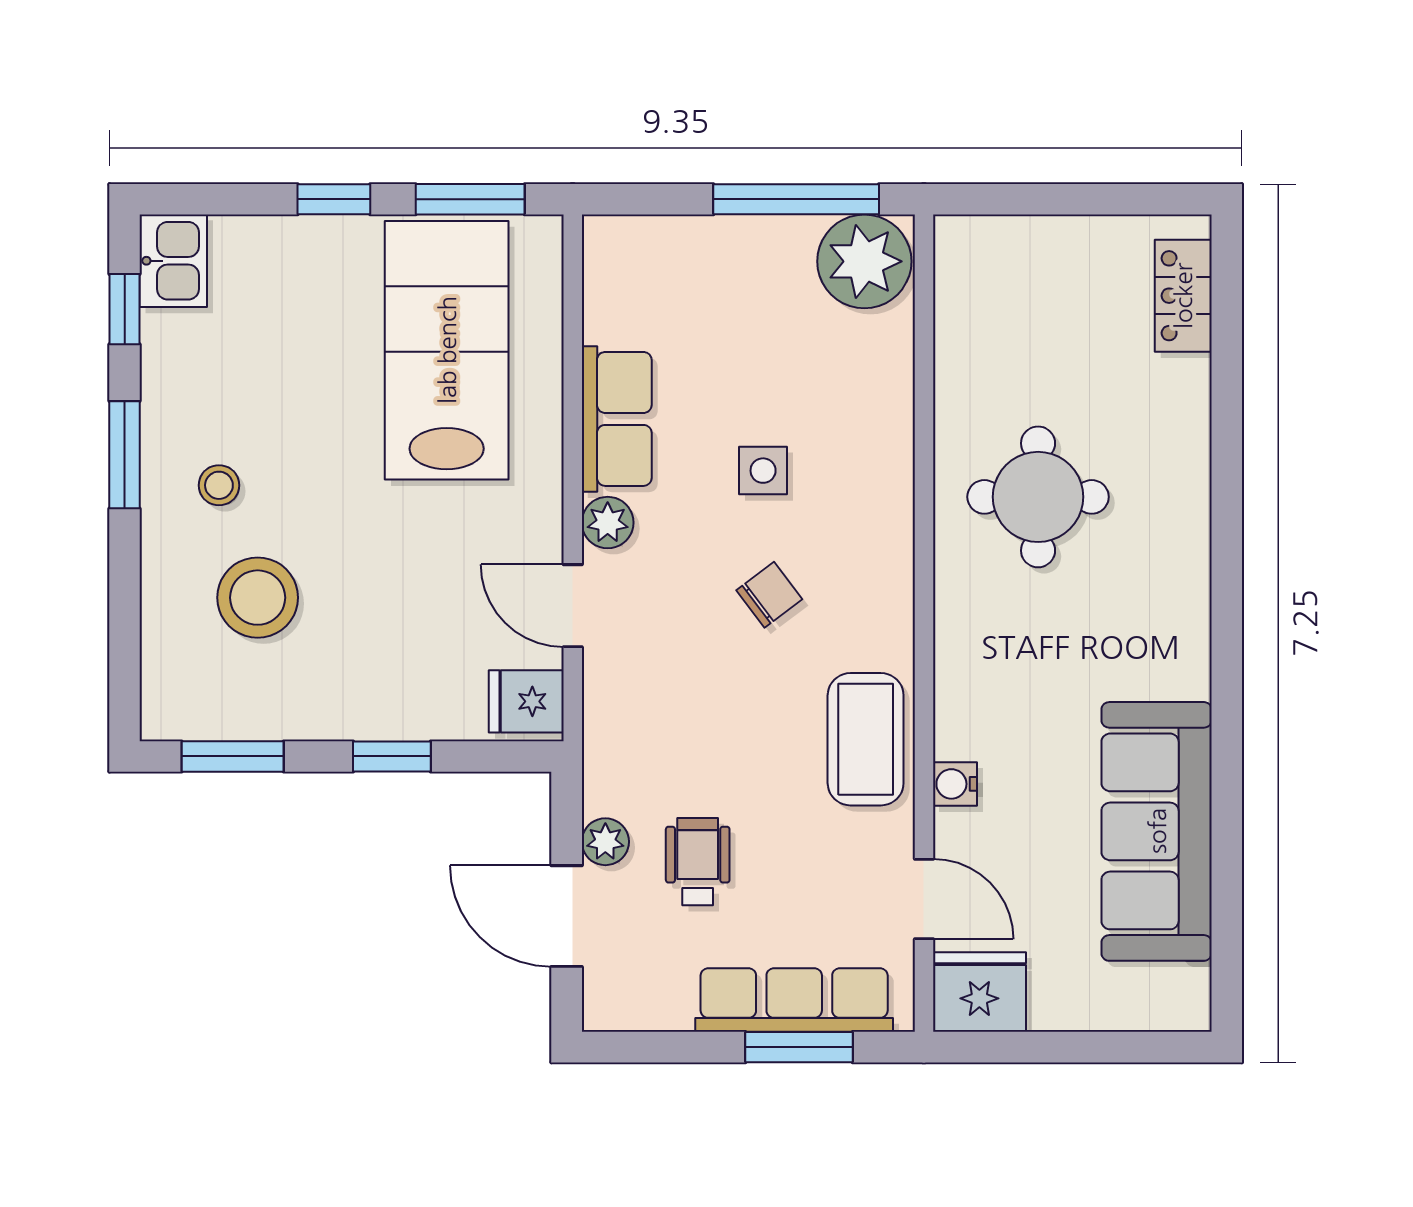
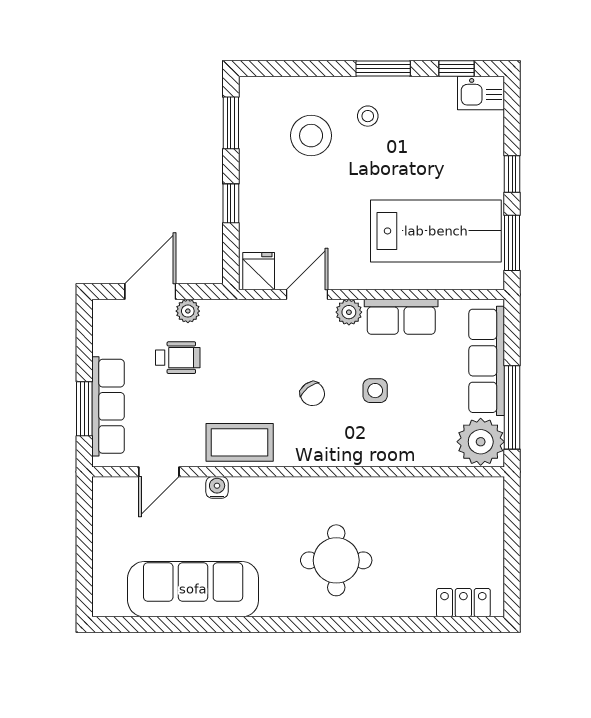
row of seats: (704, 250) -> (487, 361), added
round table: (1038, 497) -> (336, 560), moved
fridge: (979, 992) -> (112, 500), removed

